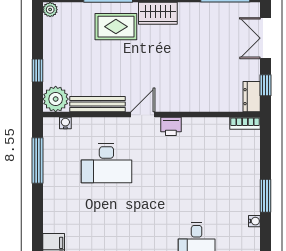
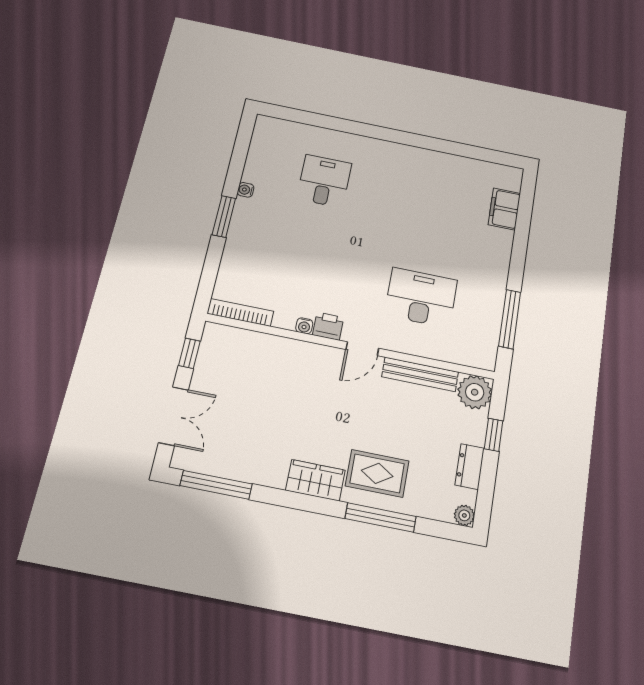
dresser: (252, 97) -> (470, 467), moved, turned 180
water cooler: (65, 123) -> (304, 326), moved
bookcase: (245, 123) -> (240, 312), width x1.56

